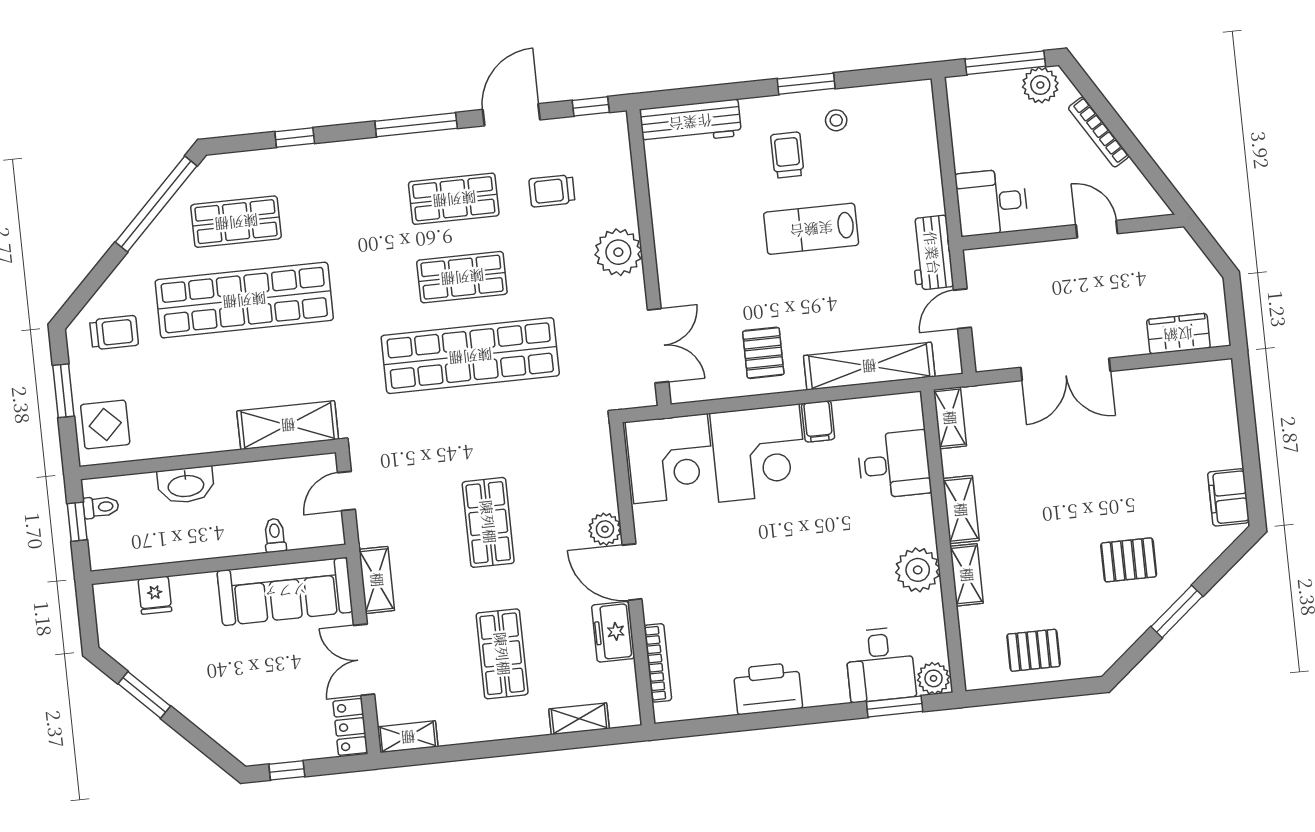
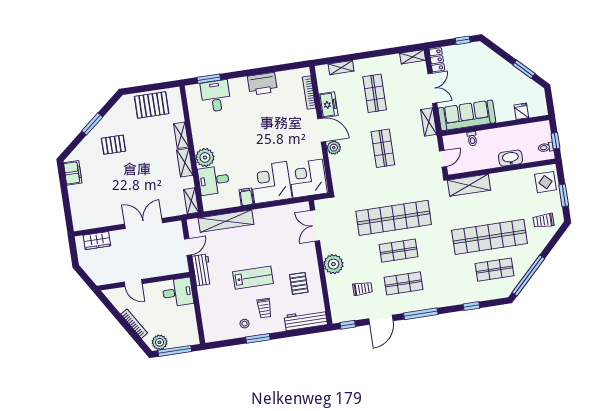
pallet: (763, 353) -> (299, 283), moved
plant: (918, 570) -> (205, 157), moved
pallet: (1034, 650) -> (152, 105), width x1.50, depth x1.42
plant: (934, 678) -> (193, 91), removed

